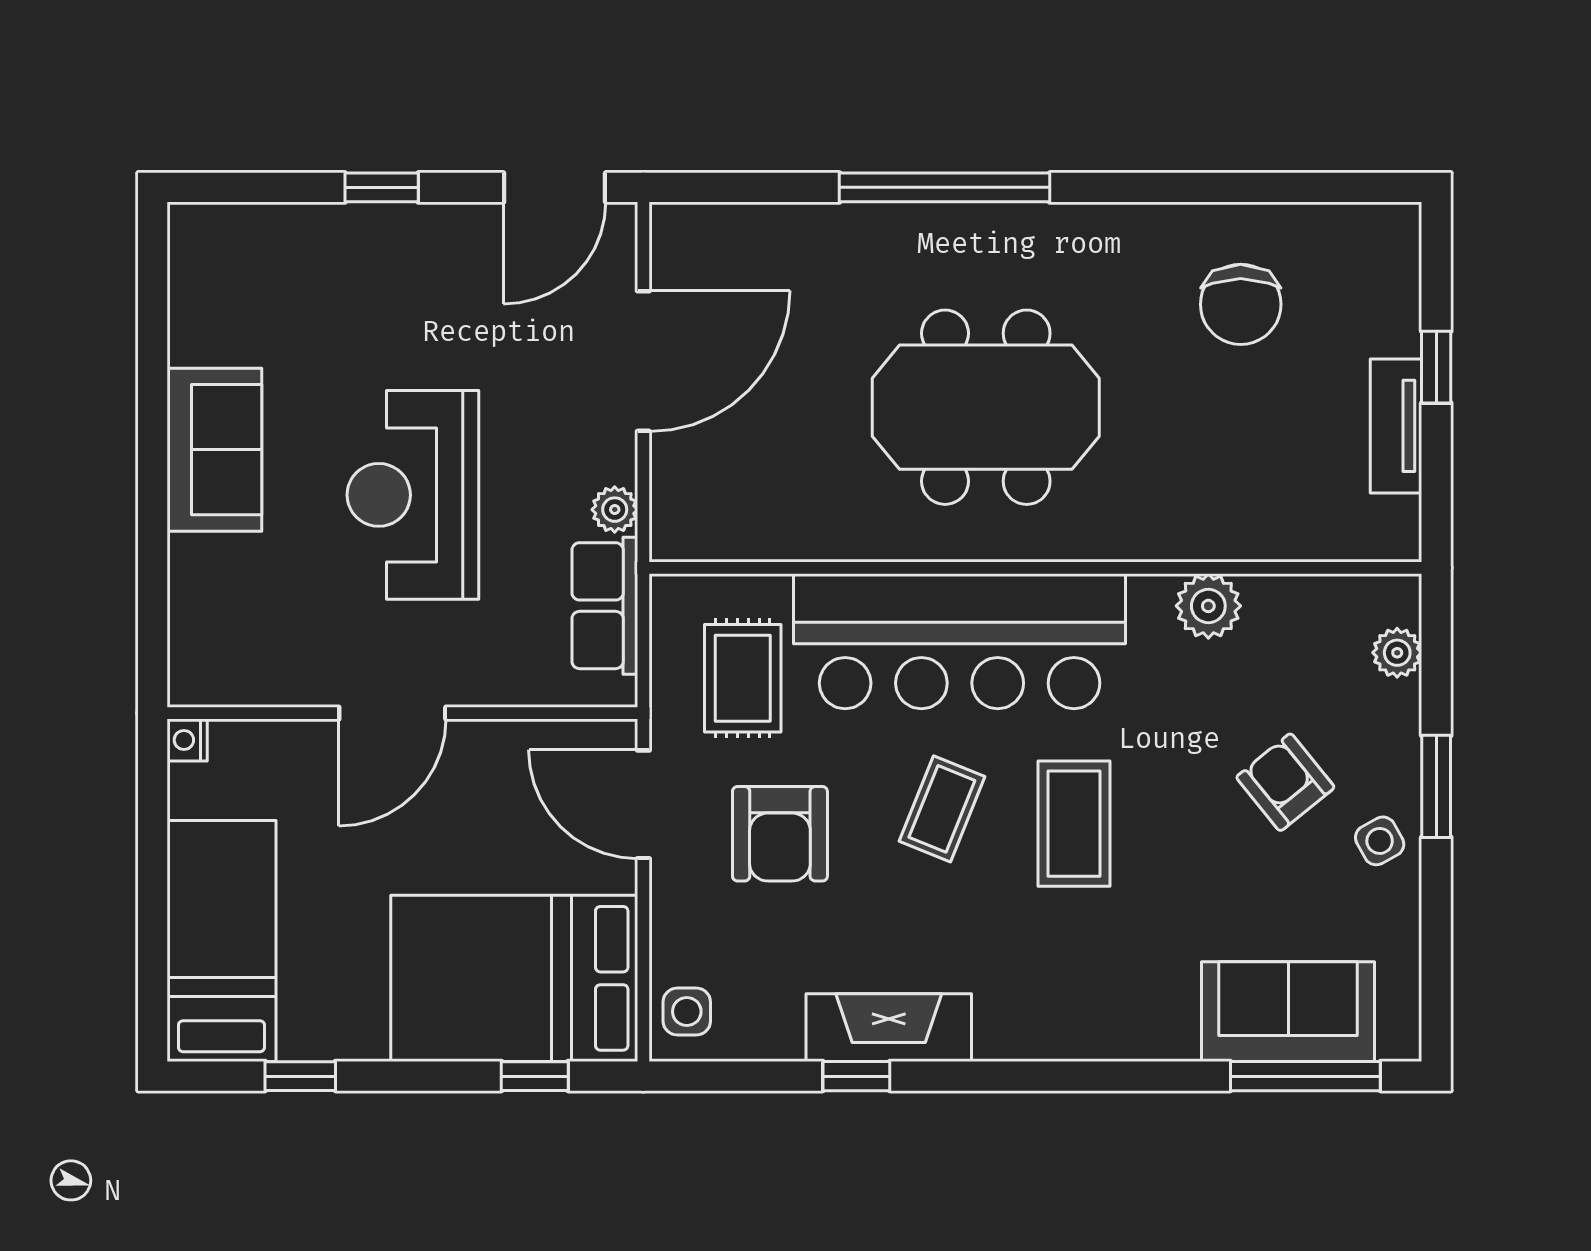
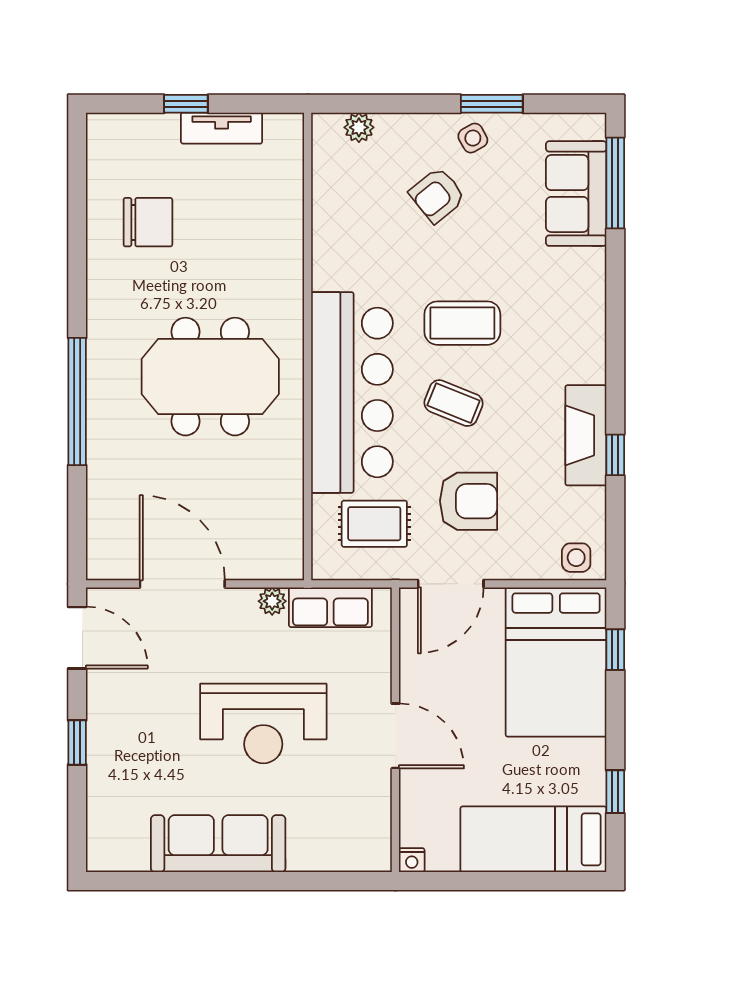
meeting table: (986, 407) -> (210, 377), turned 90
sofa: (214, 450) -> (218, 844), width x1.36
plant: (1208, 606) -> (331, 242), removed
window: (1436, 786) -> (492, 104), moved

